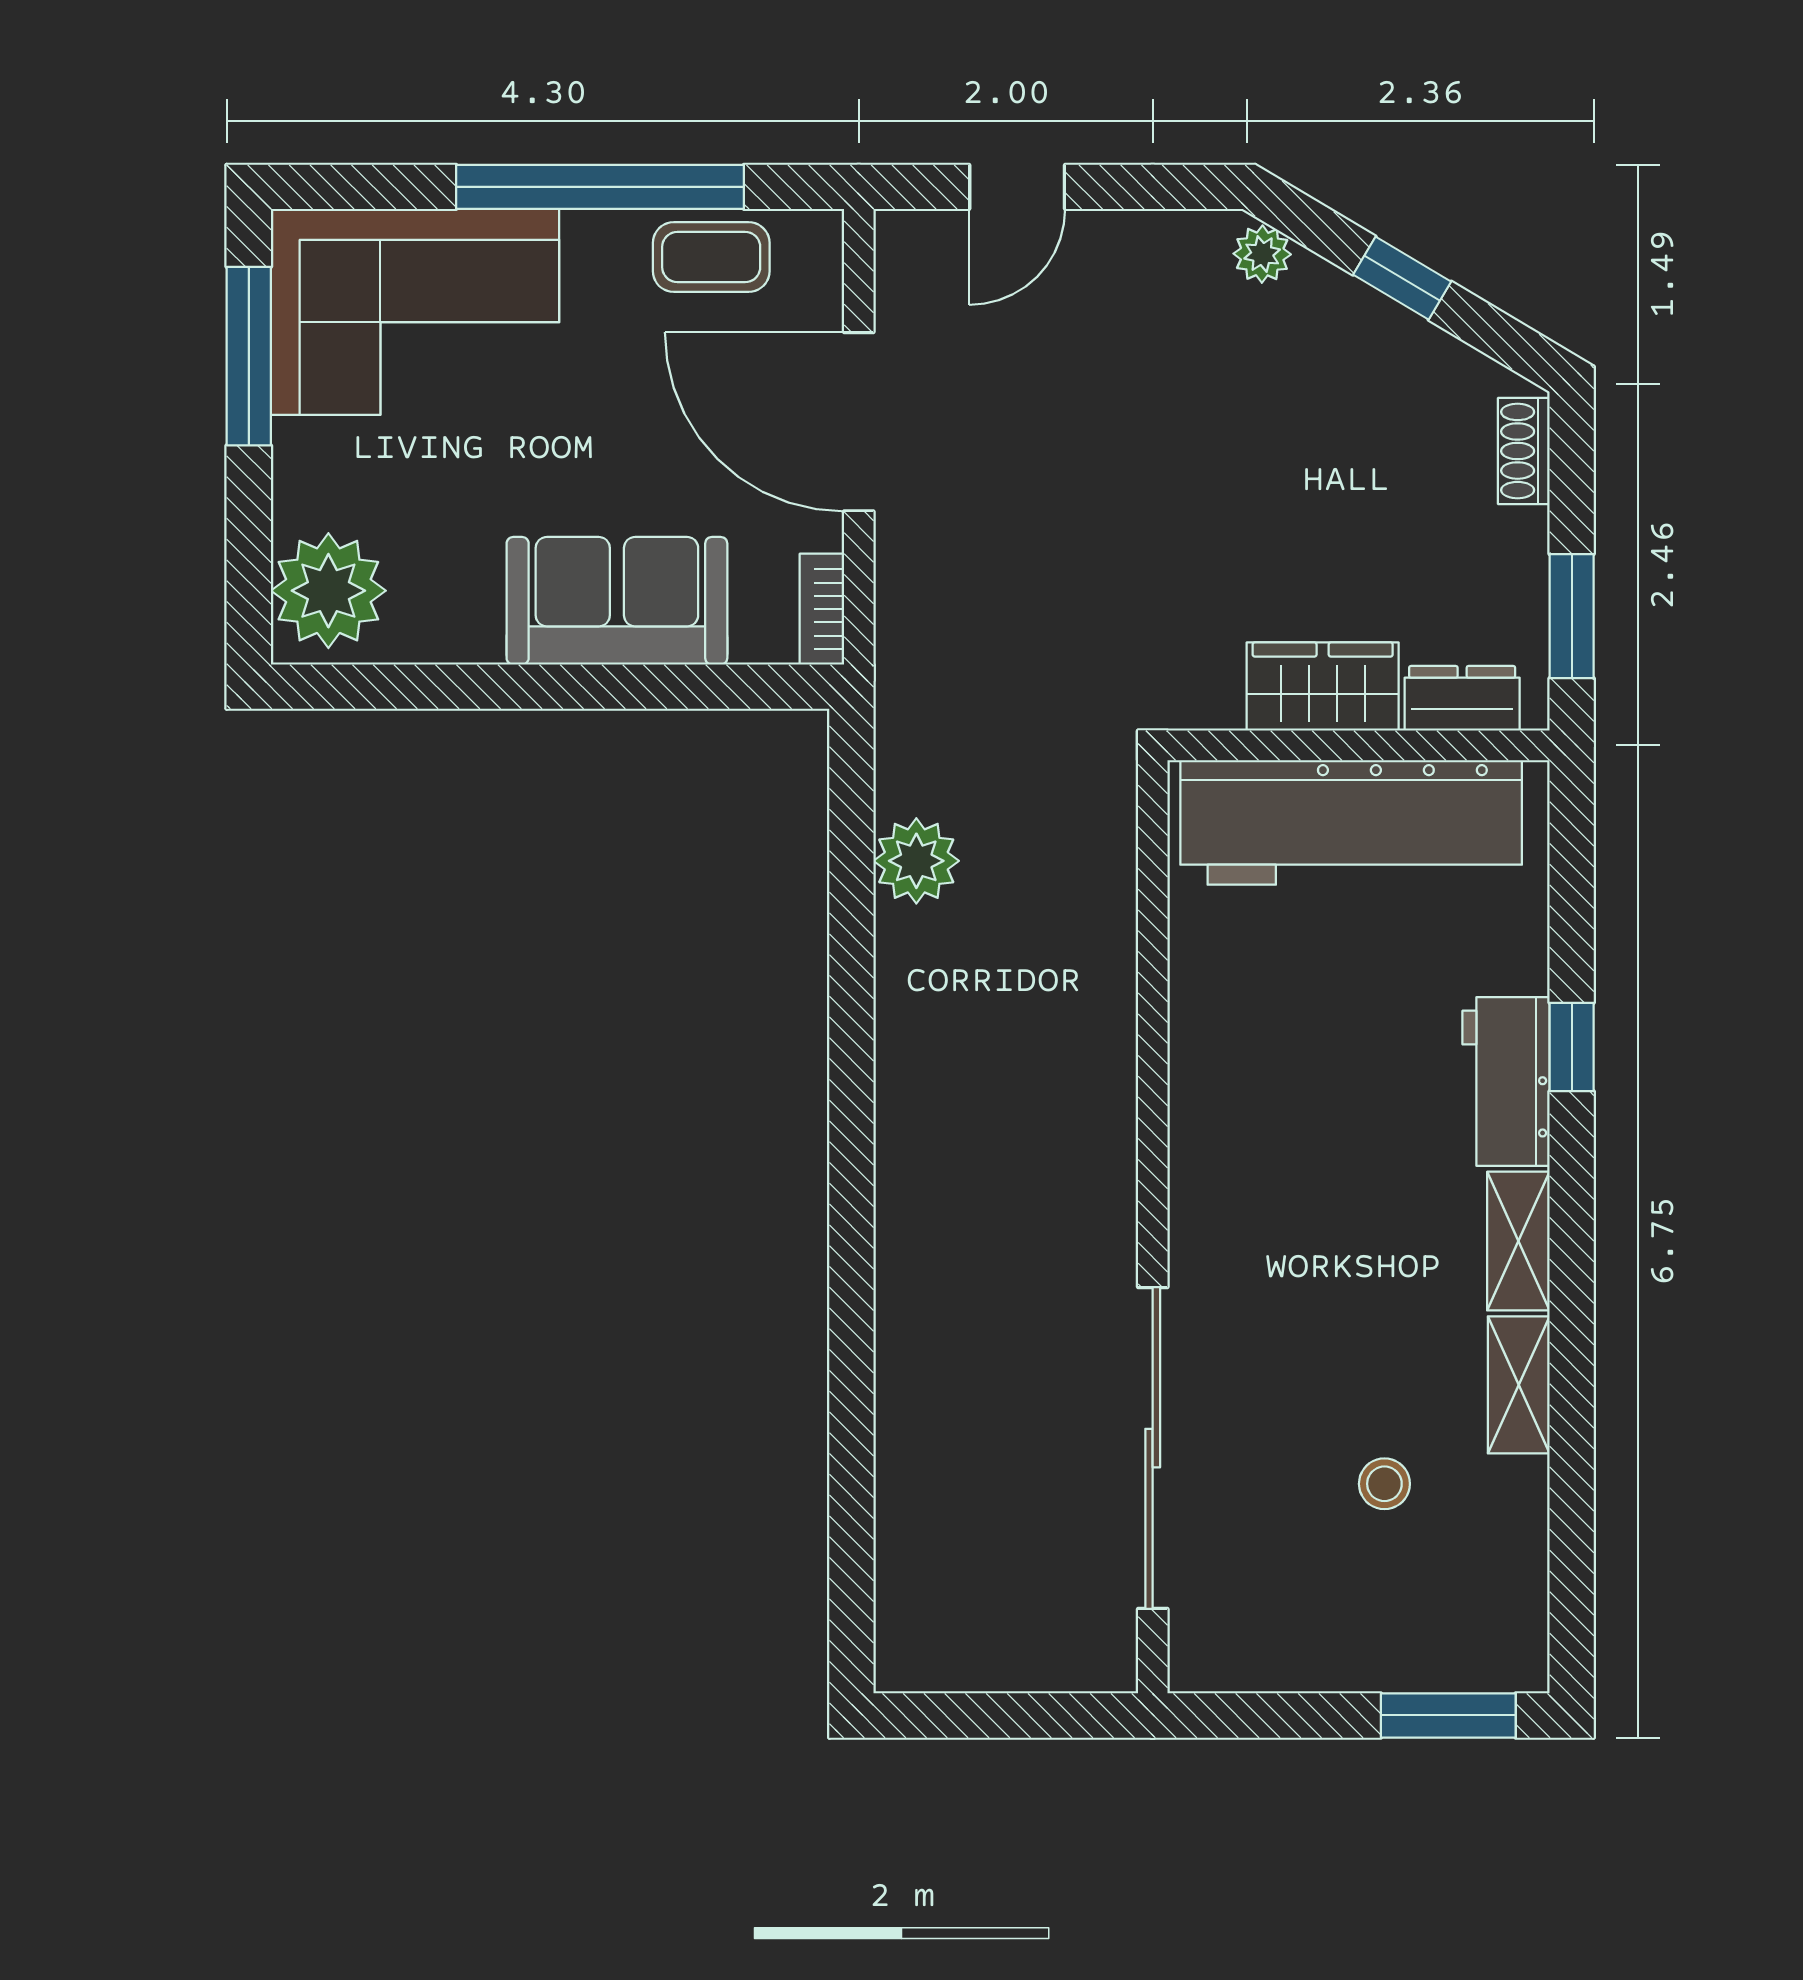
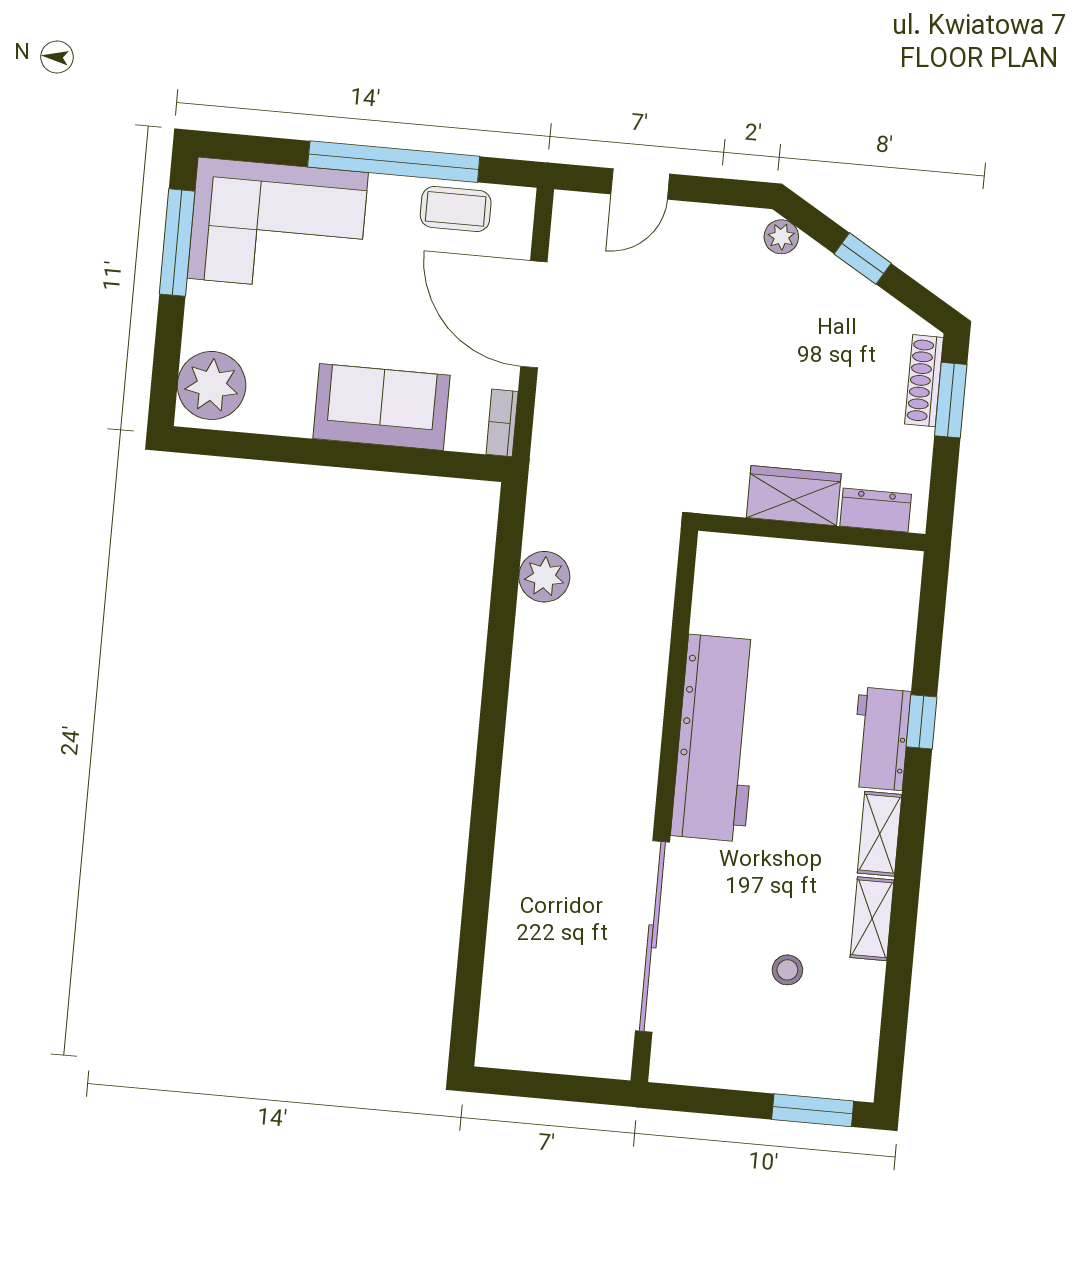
shoe rack: (1524, 451) -> (924, 381), width x1.43
window: (1572, 616) -> (951, 400), moved
workbench: (1351, 822) -> (716, 738), moved, turned -90

